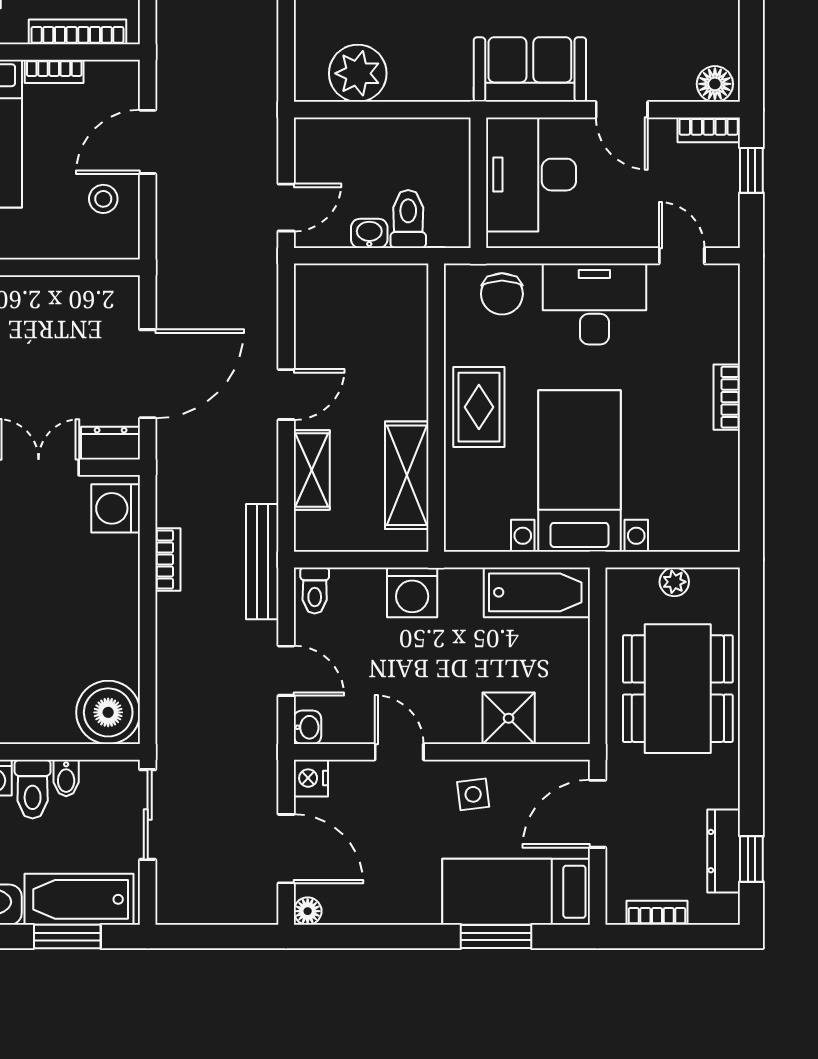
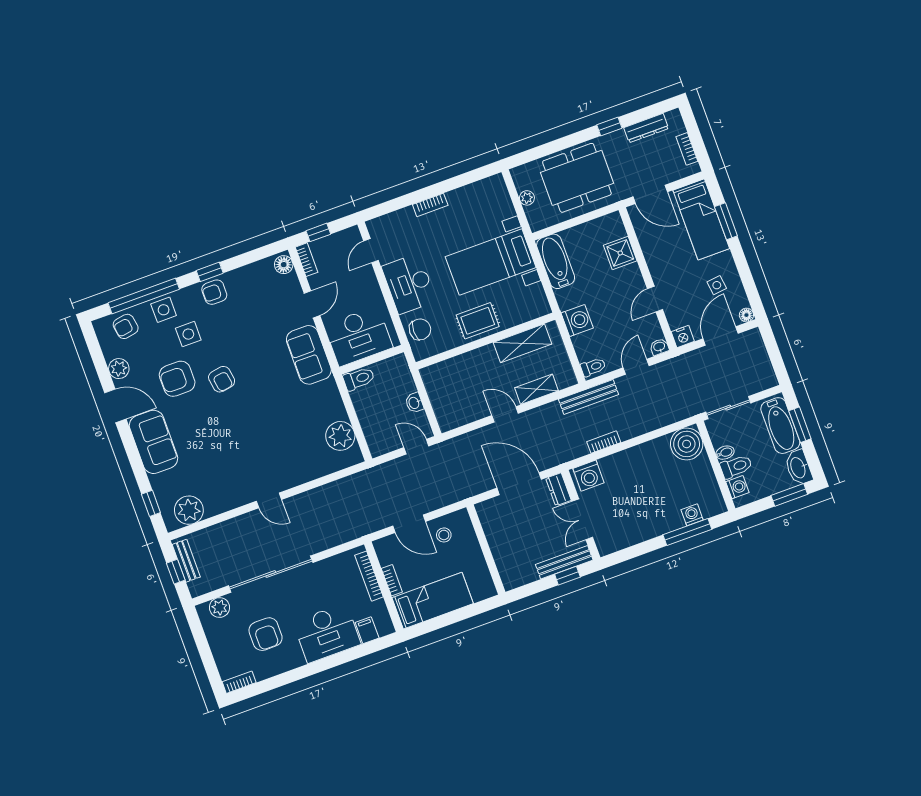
toilet: (408, 219) -> (359, 379), moved, turned 180
side table: (473, 794) -> (717, 285), moved
window: (751, 859) -> (609, 126), moved

